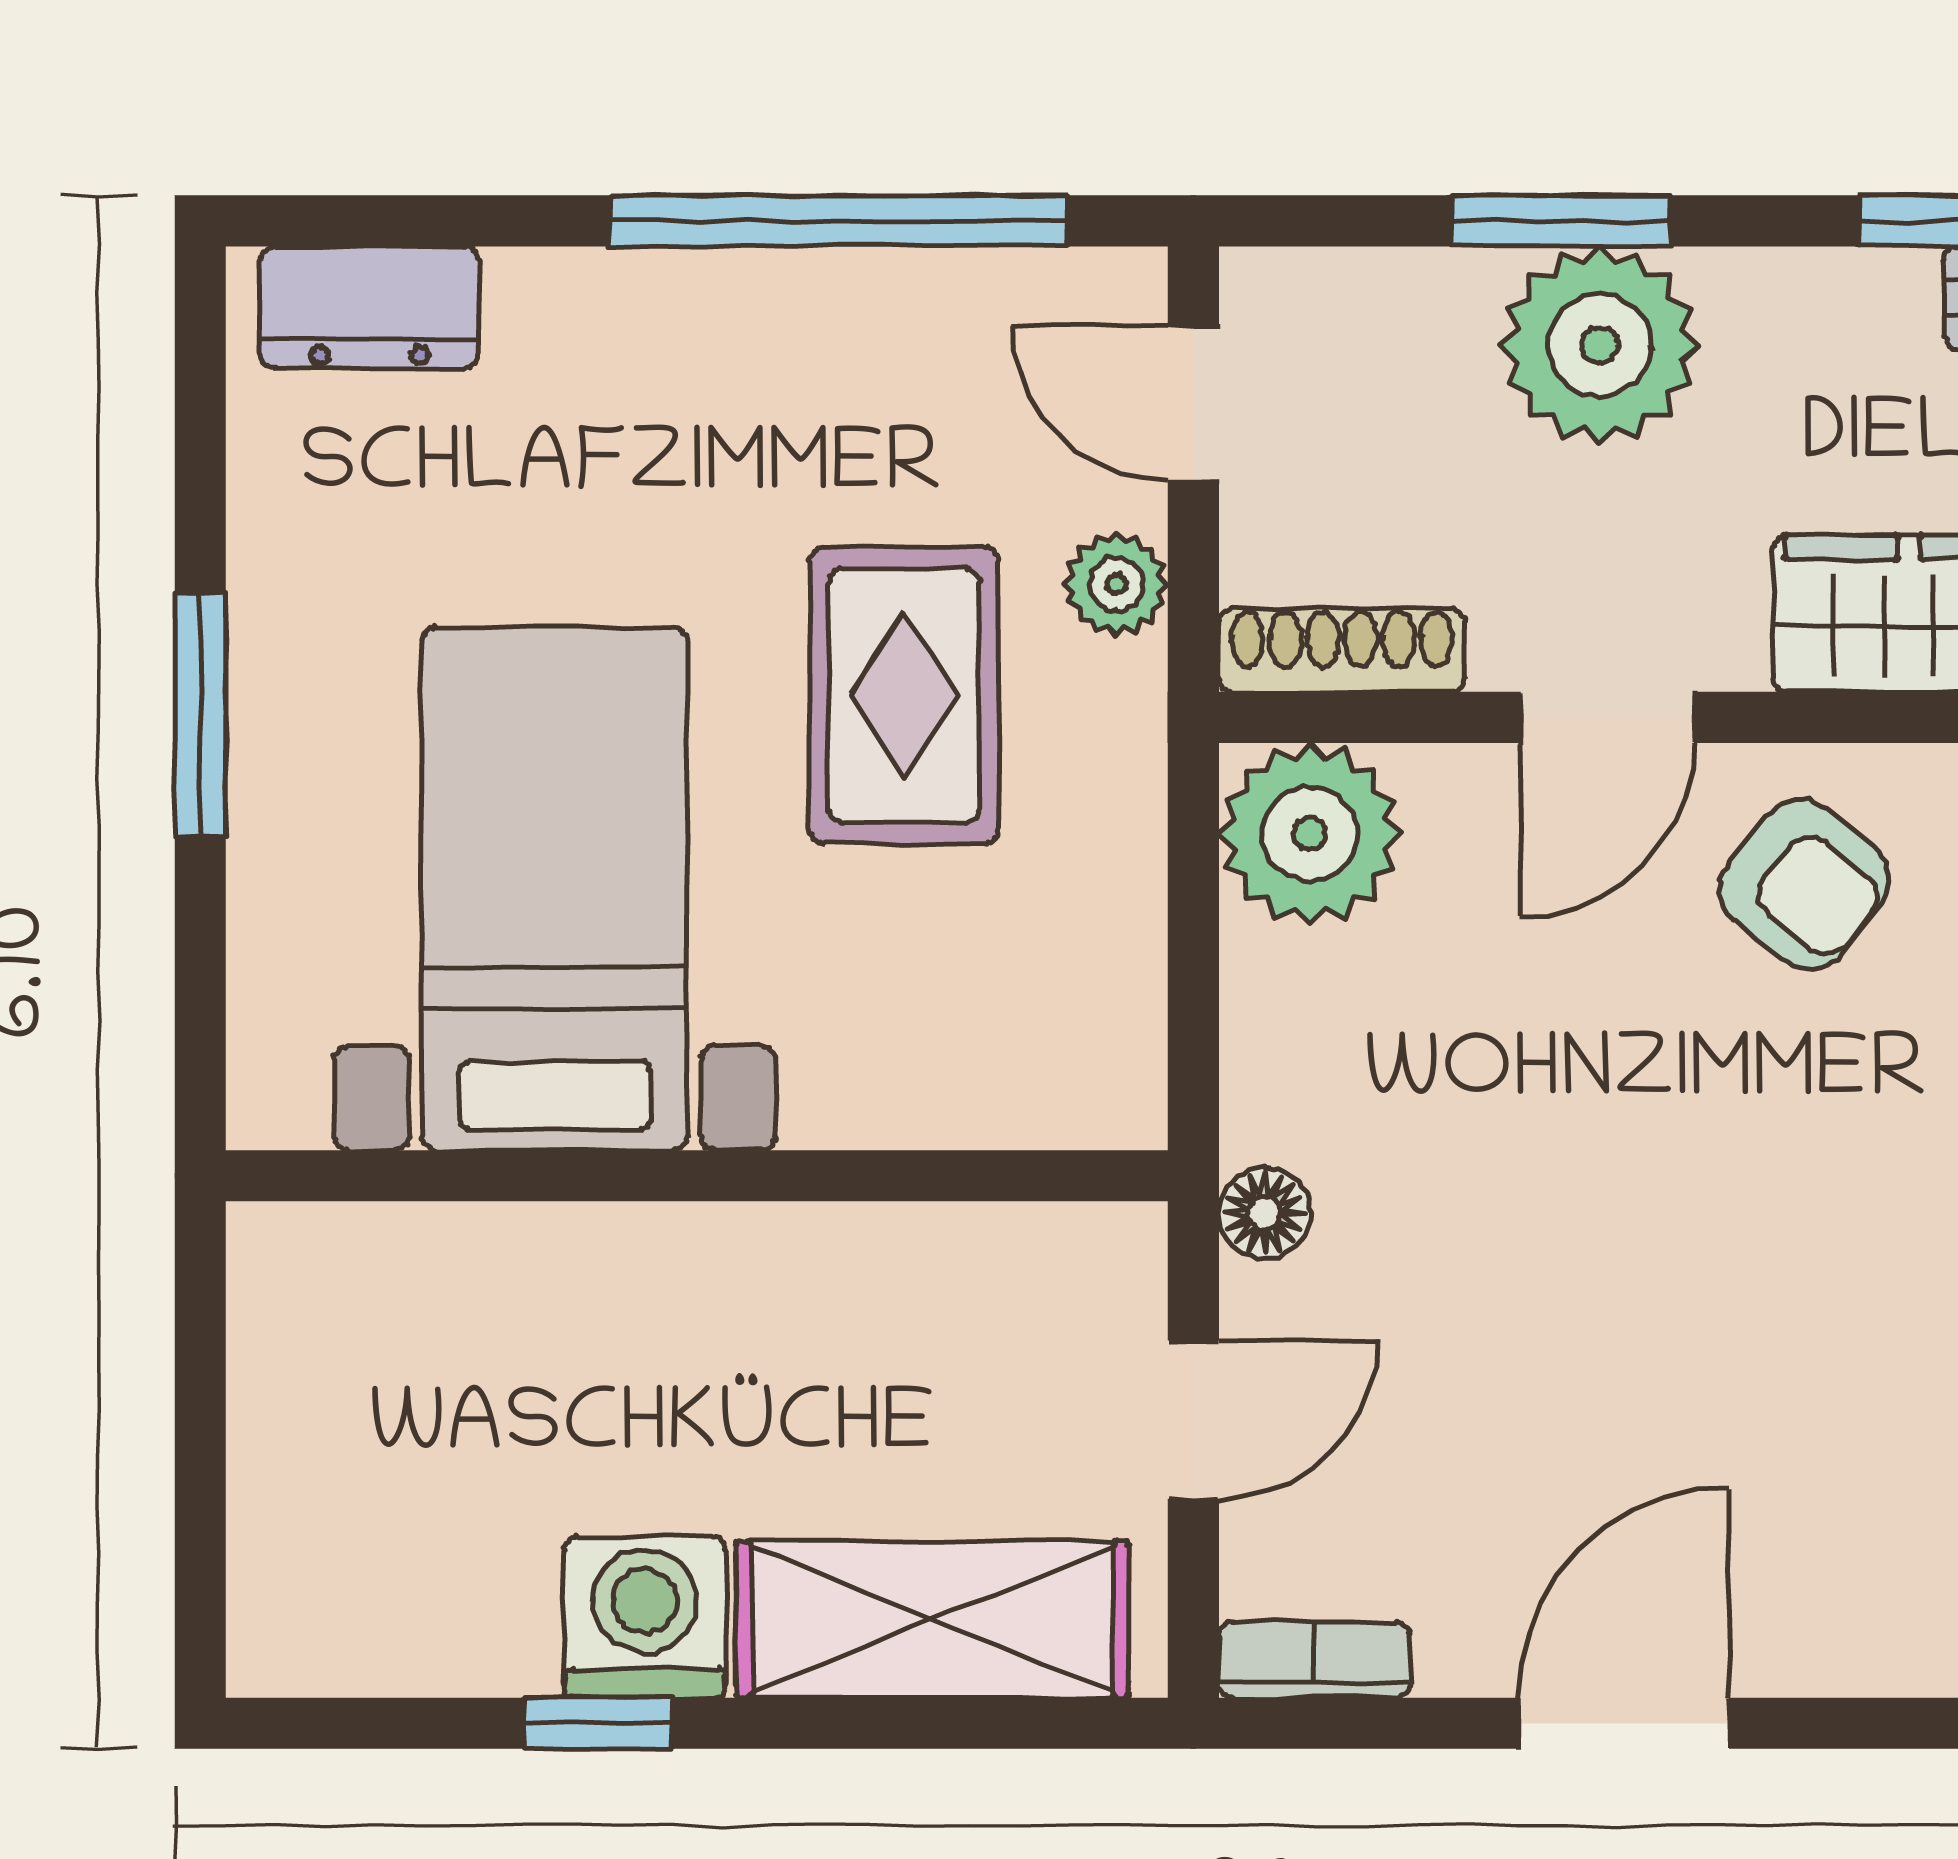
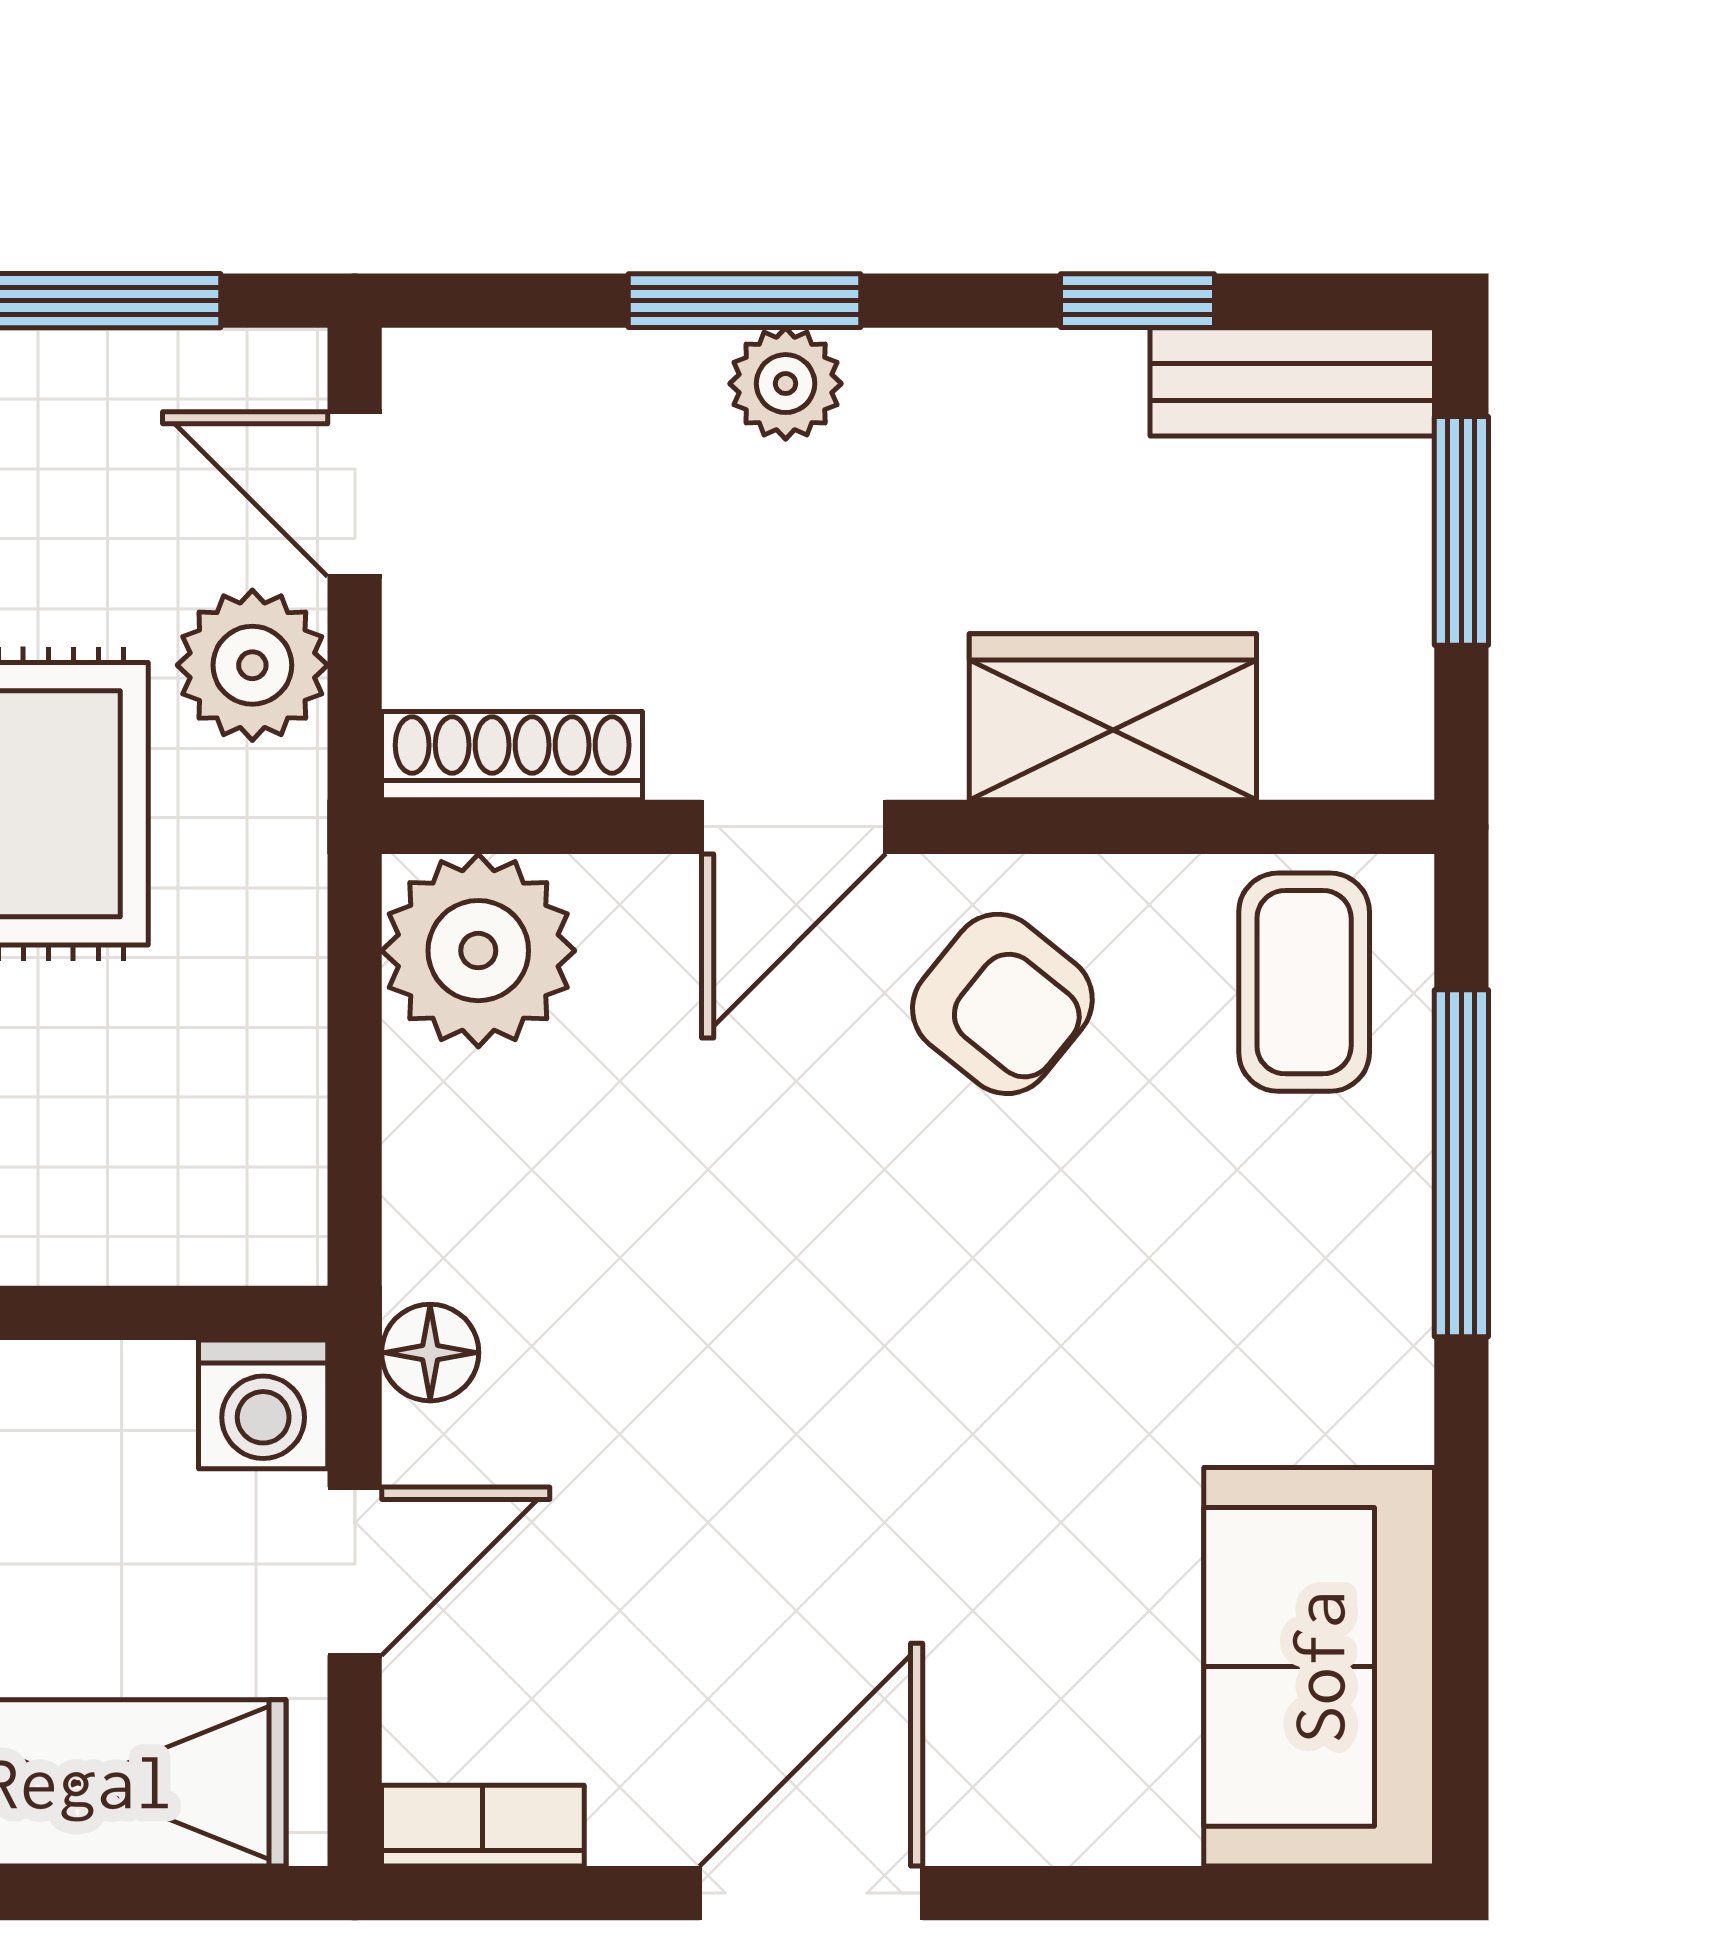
plant: (1600, 345) -> (786, 384), width x0.53, depth x0.53
plant: (1116, 584) -> (252, 665), width x1.38, depth x1.38
washing machine: (1107, 1262) -> (263, 1404), added

